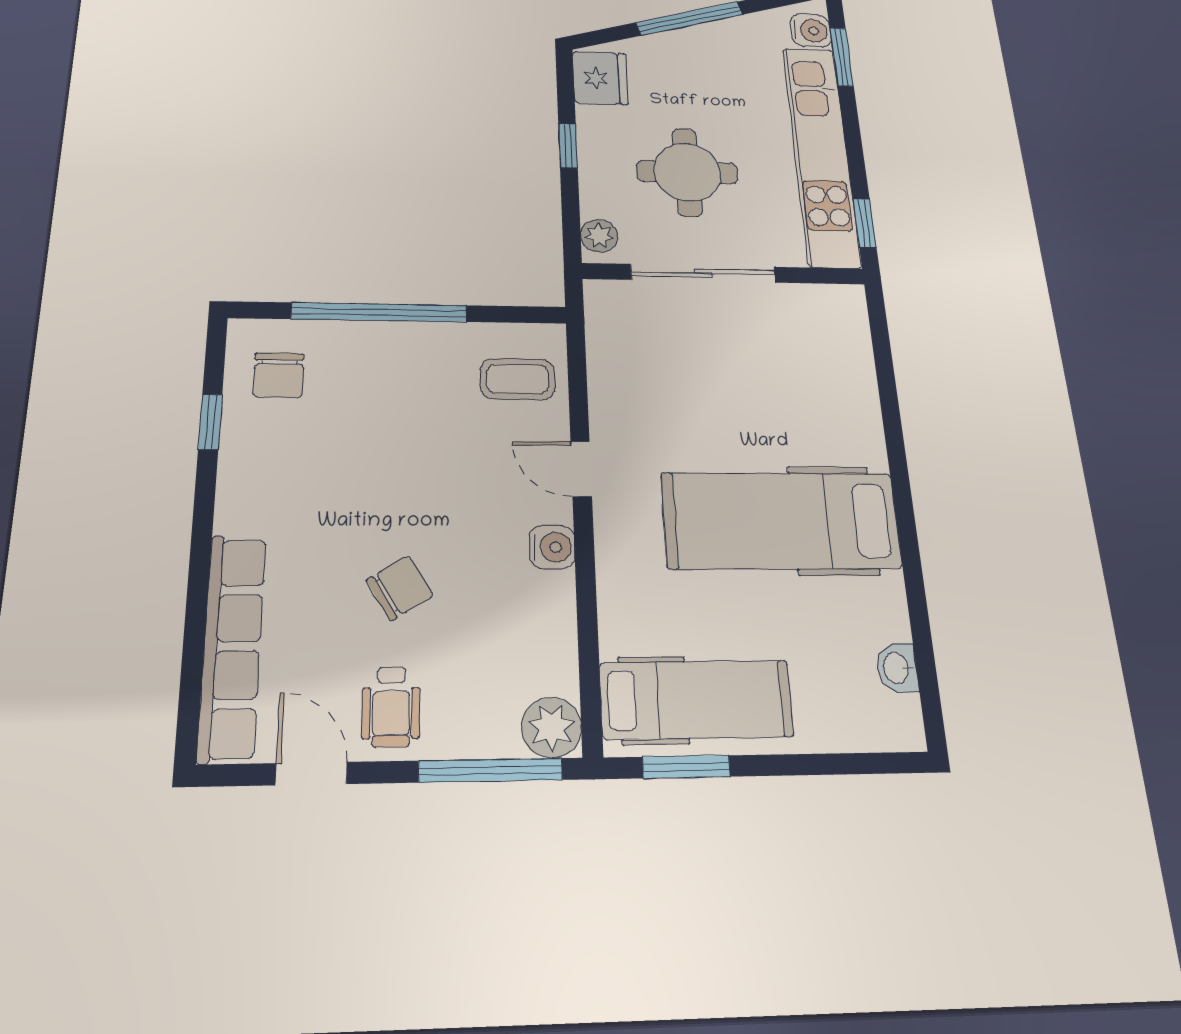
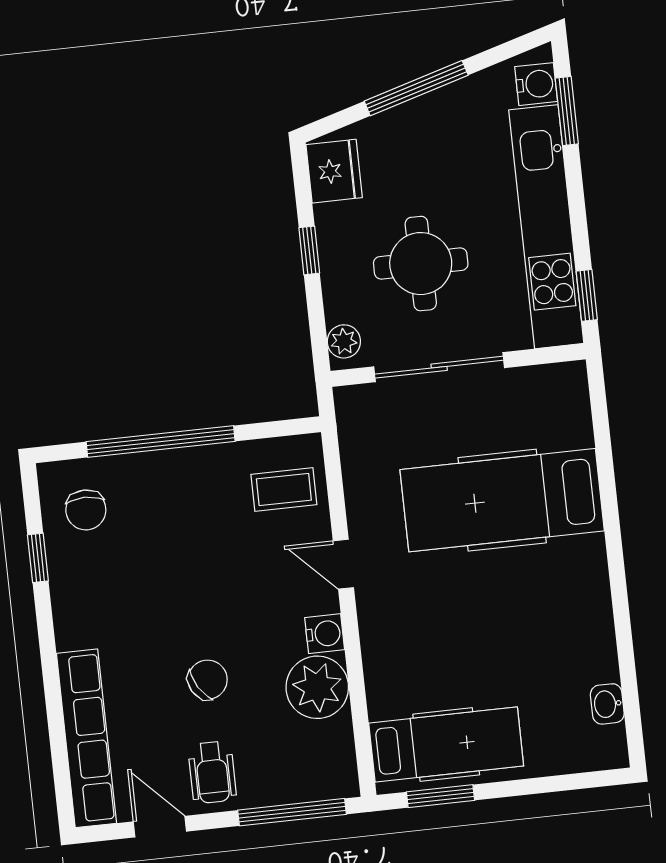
hospital bed: (781, 521) -> (502, 500), moved
plant: (552, 727) -> (317, 687), moved, width x1.36, depth x1.36

